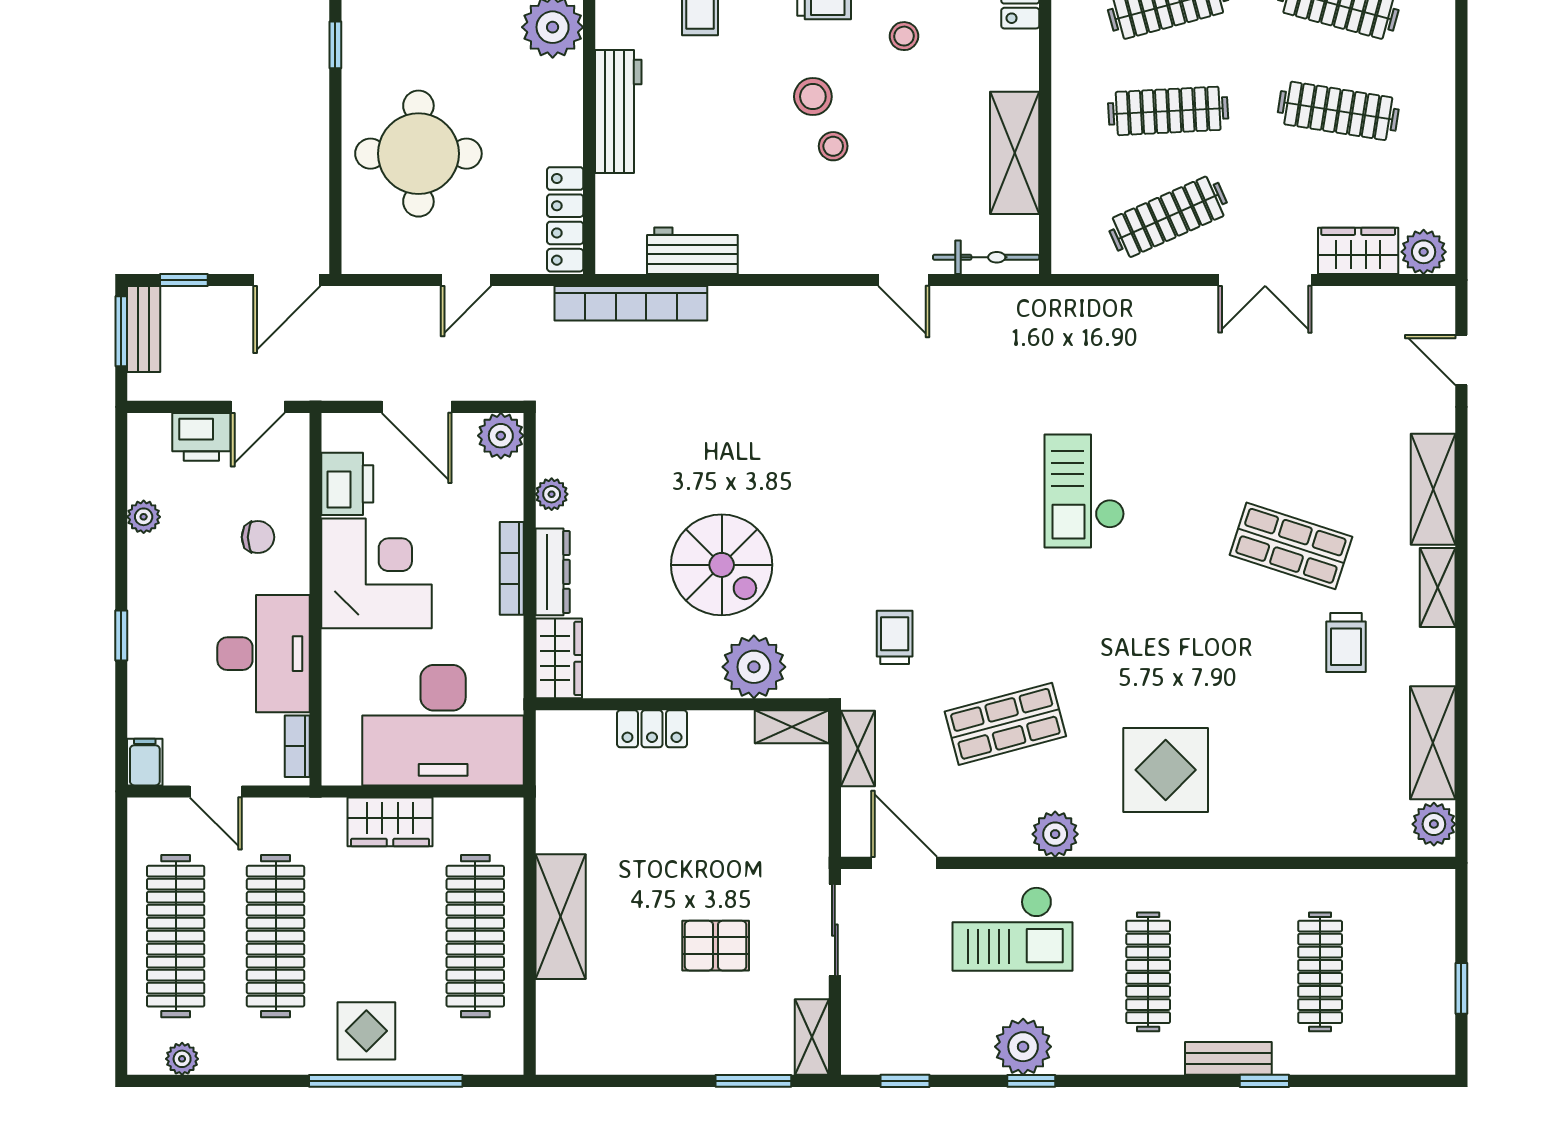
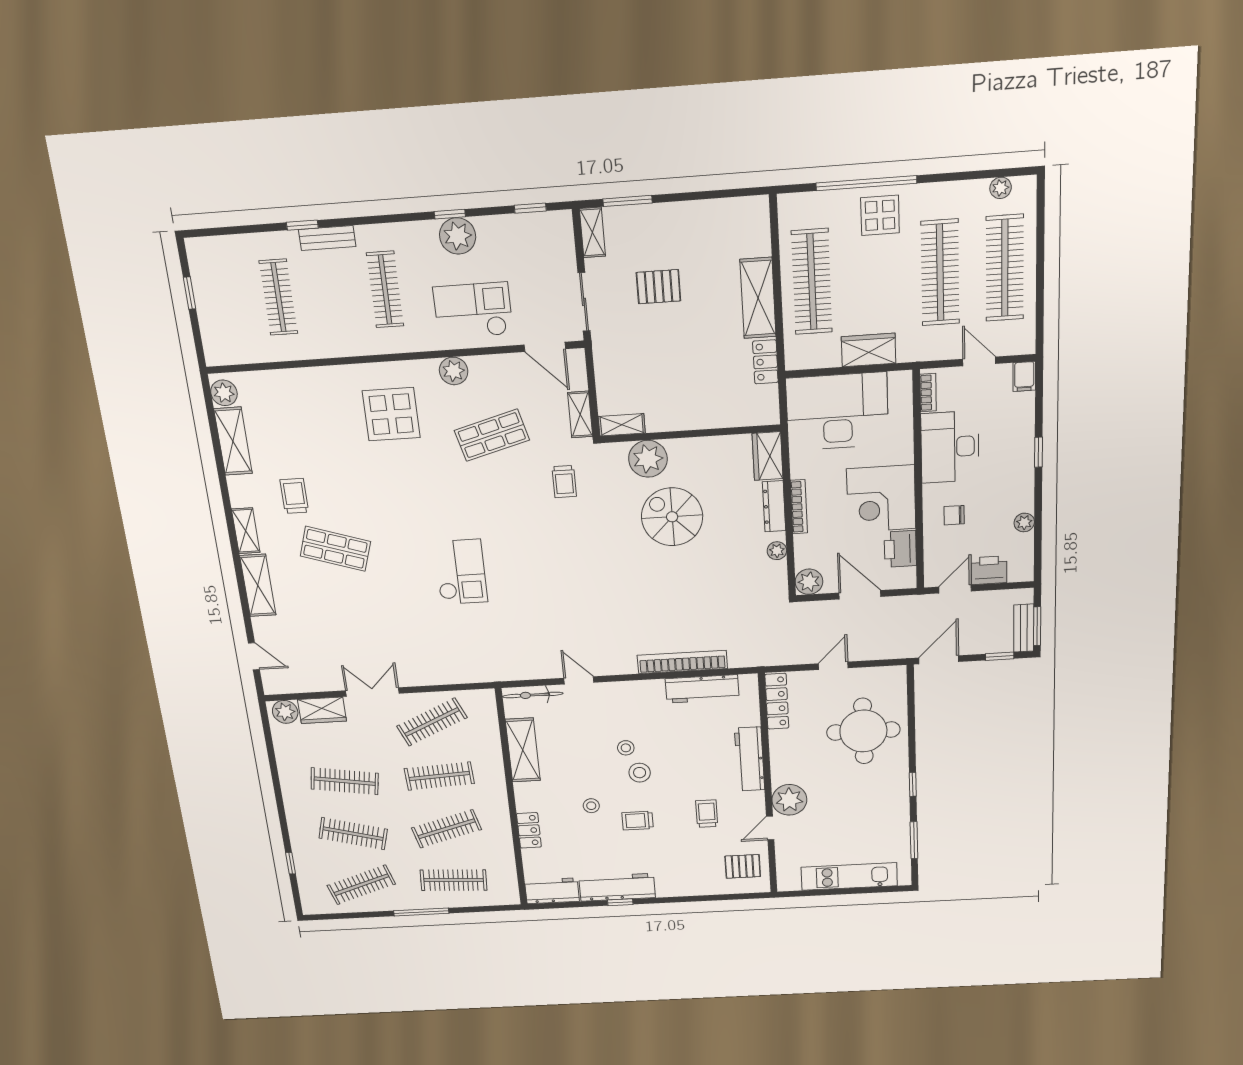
workbench: (692, 251) -> (702, 689), width x1.37
bookcase: (631, 303) -> (682, 662), moved
locker: (652, 729) -> (765, 362), moved, turned -90

